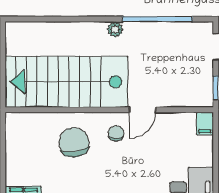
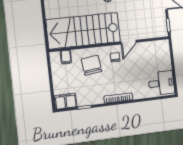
filing cabinet: (205, 123) -> (66, 57), moved

